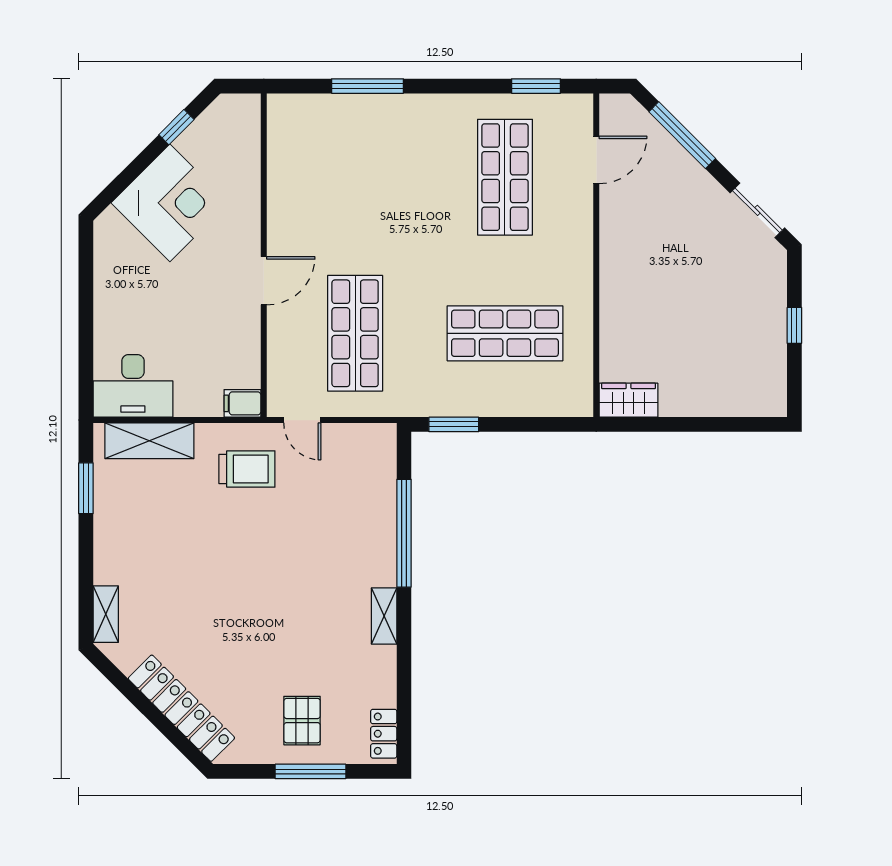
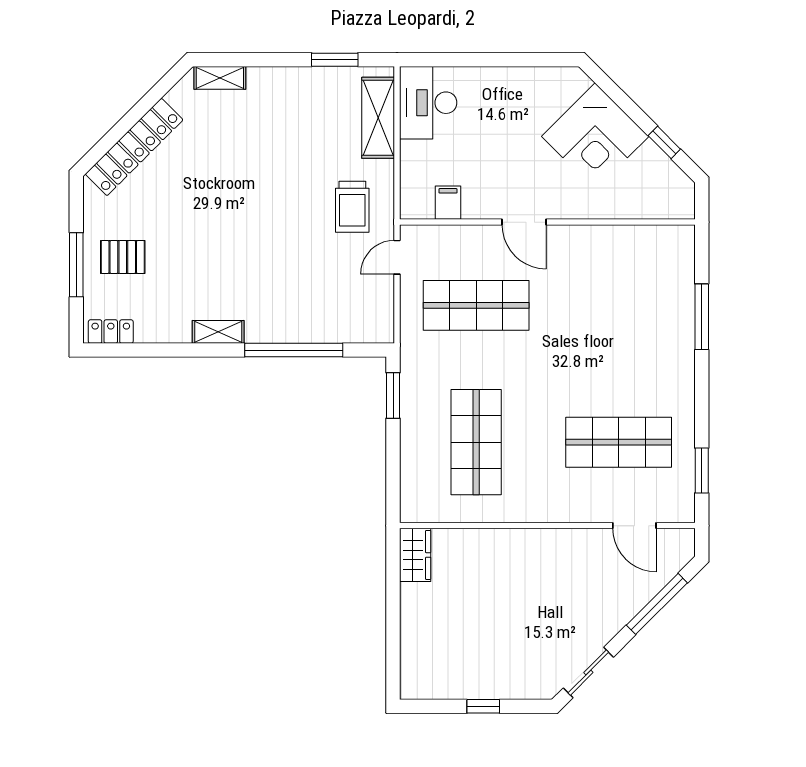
filing cabinet: (242, 403) -> (448, 203), moved

